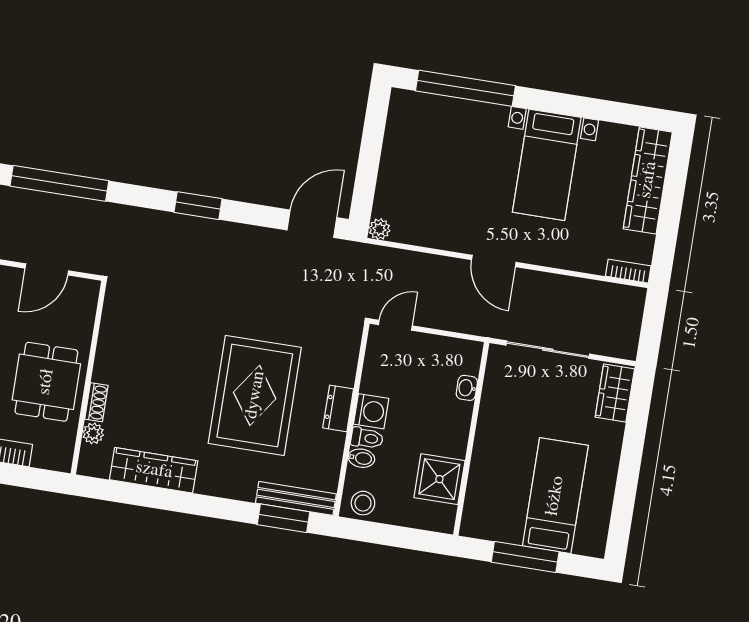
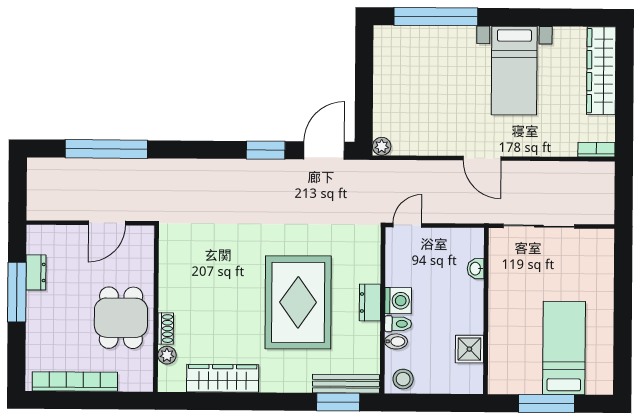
window: (198, 206) -> (266, 150), moved
wardrobe: (615, 393) -> (601, 254), removed
shower: (439, 479) -> (469, 349), width x0.73, depth x0.73

